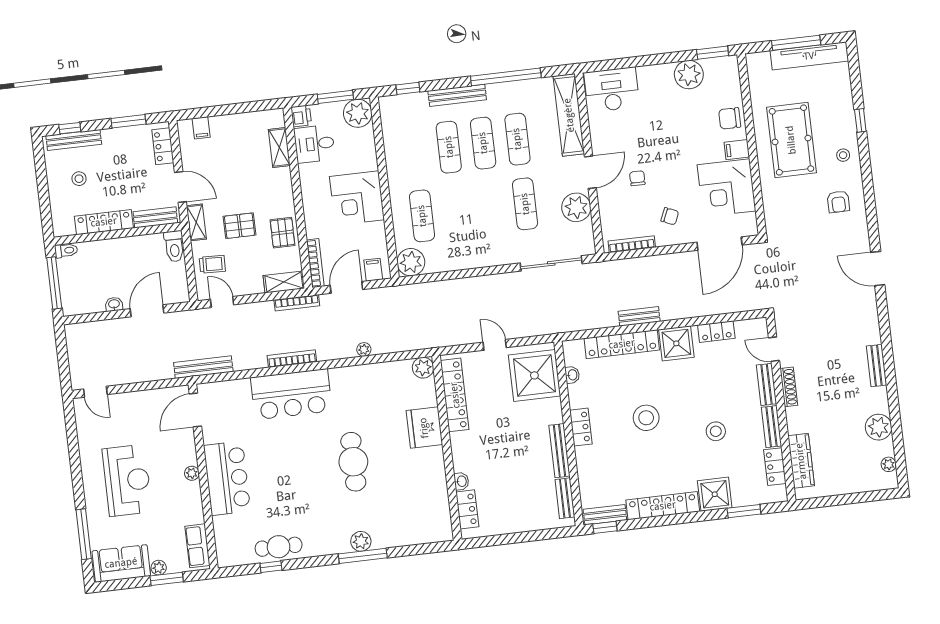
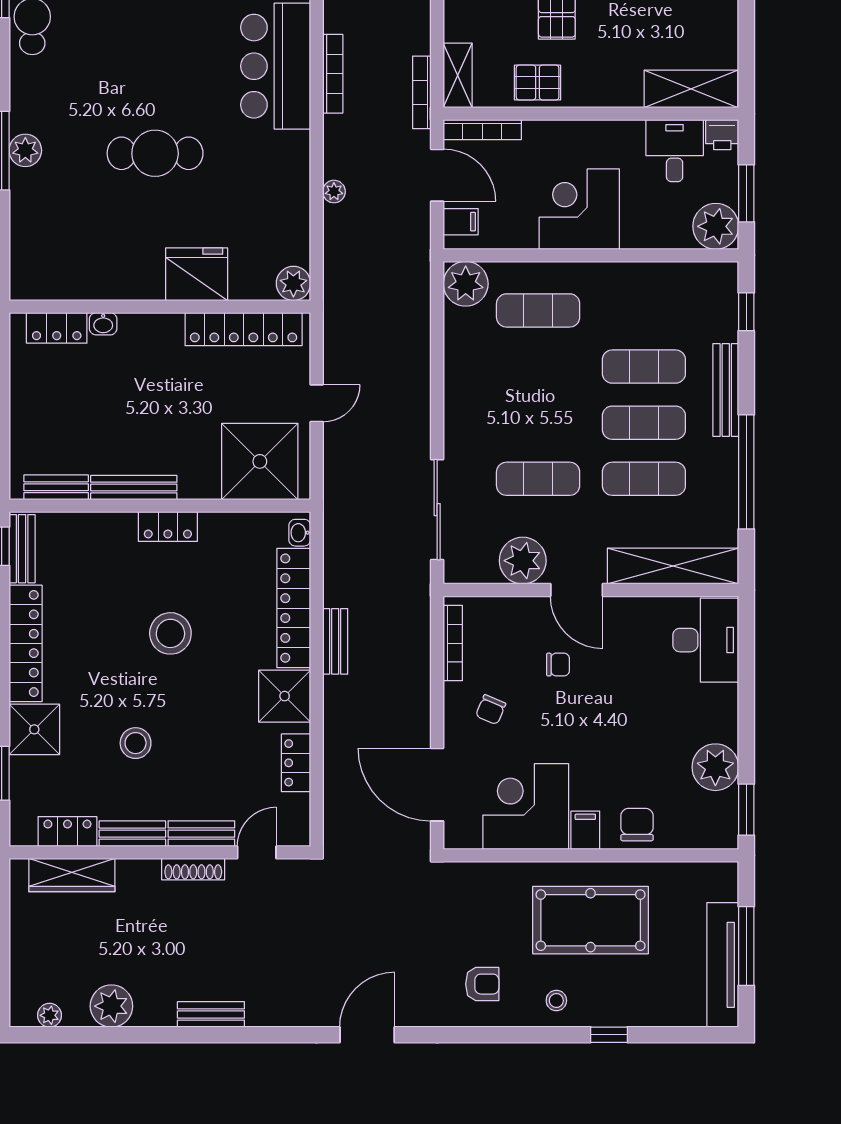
shelving: (279, 147) -> (691, 89), width x1.50, depth x1.33
armchair: (838, 202) -> (482, 984), turned 180
washbasin: (572, 375) -> (300, 533), moved, turned 90

